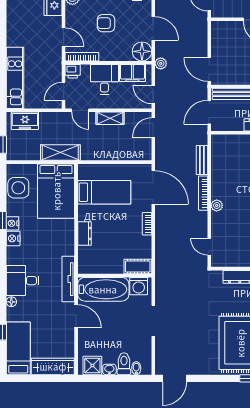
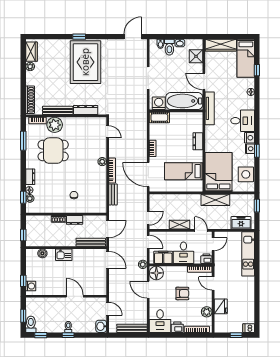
desk: (23, 281) -> (243, 121), moved
shower: (92, 365) -> (196, 56), moved

